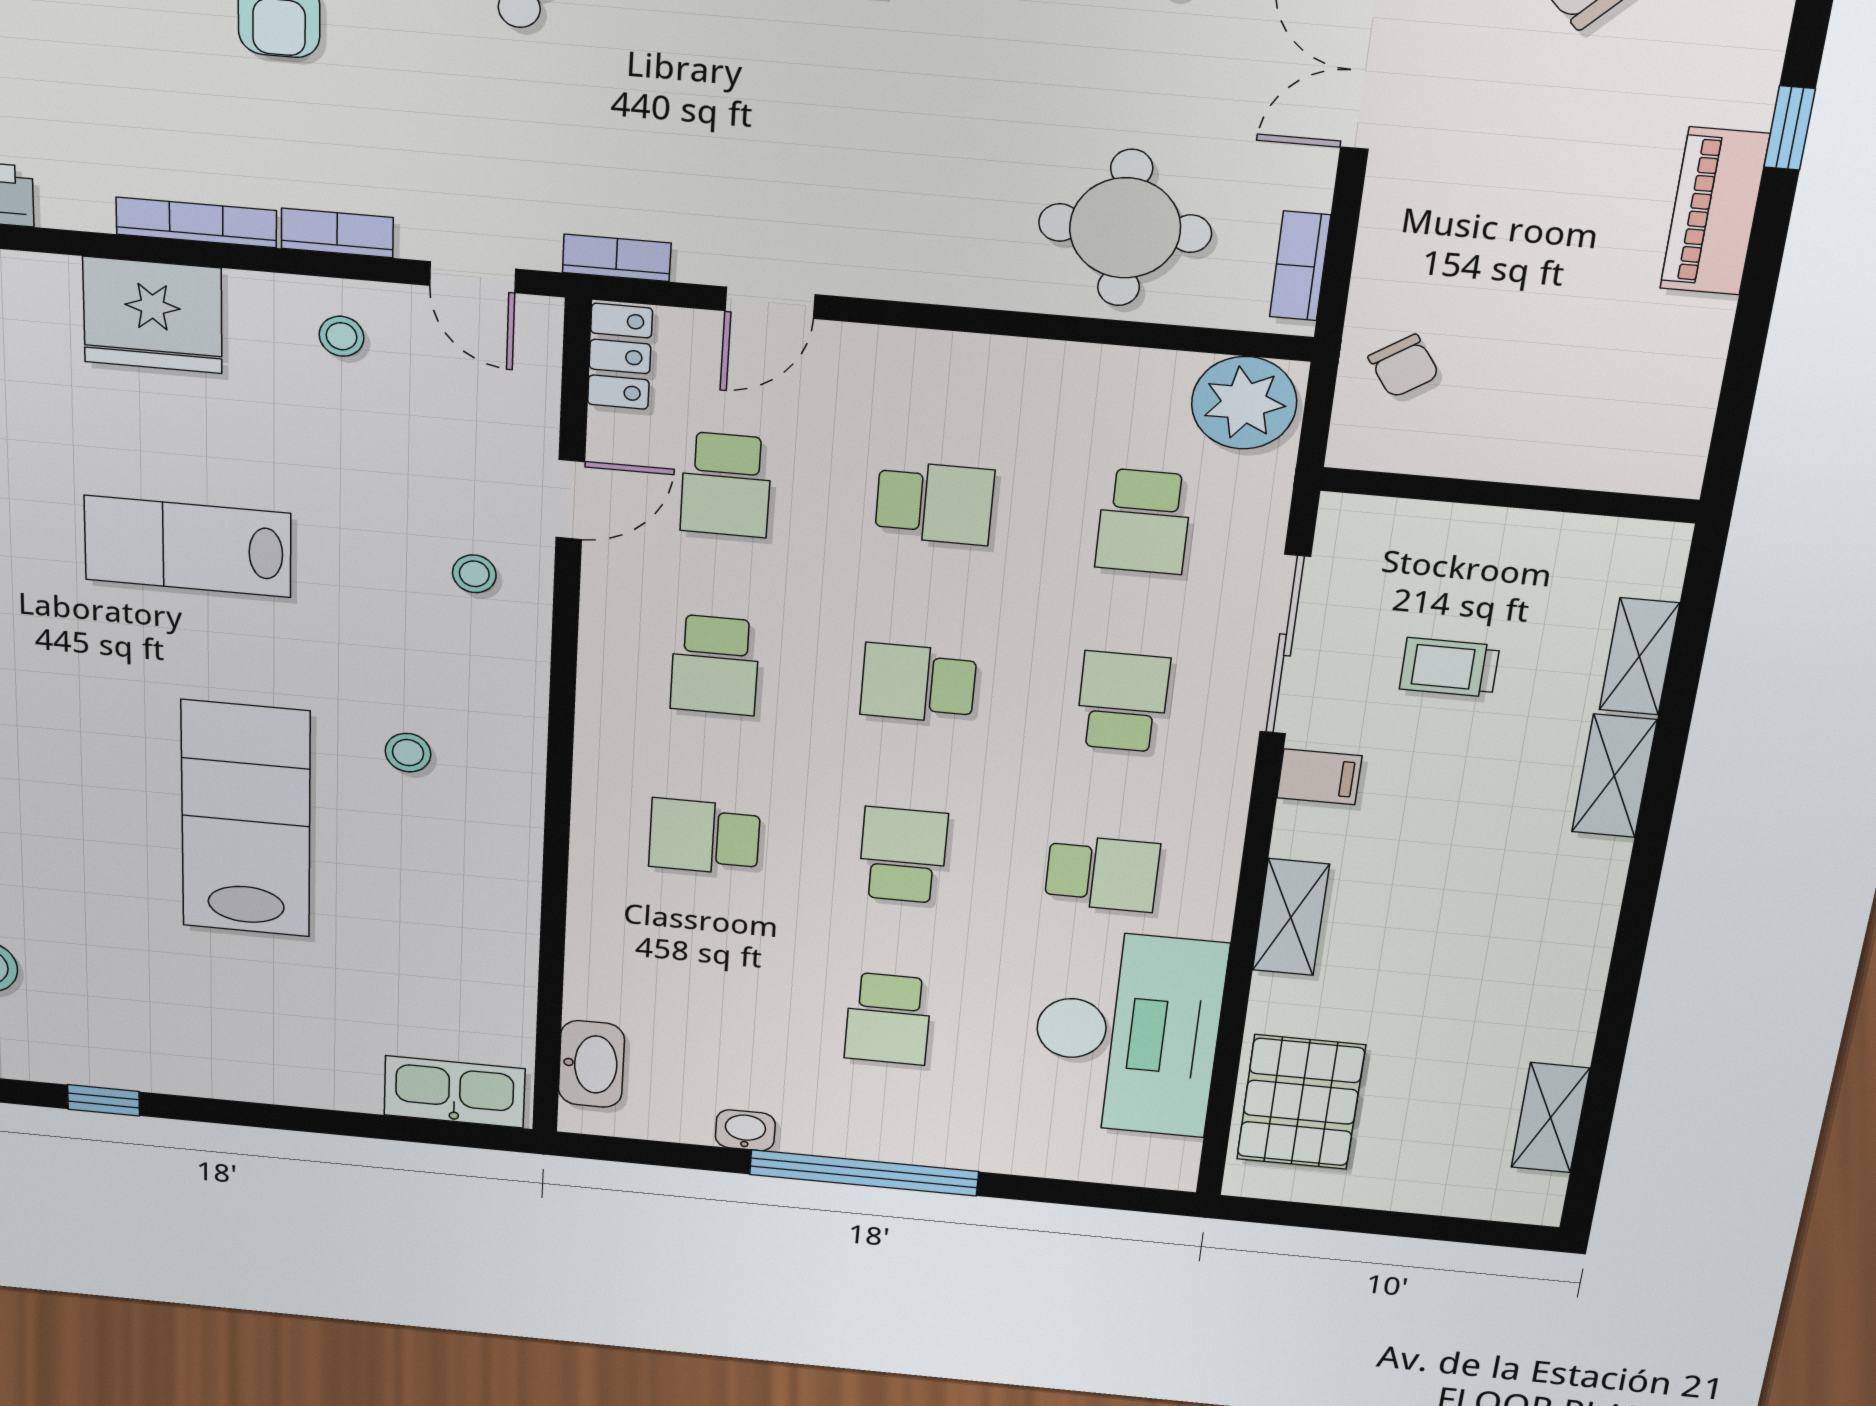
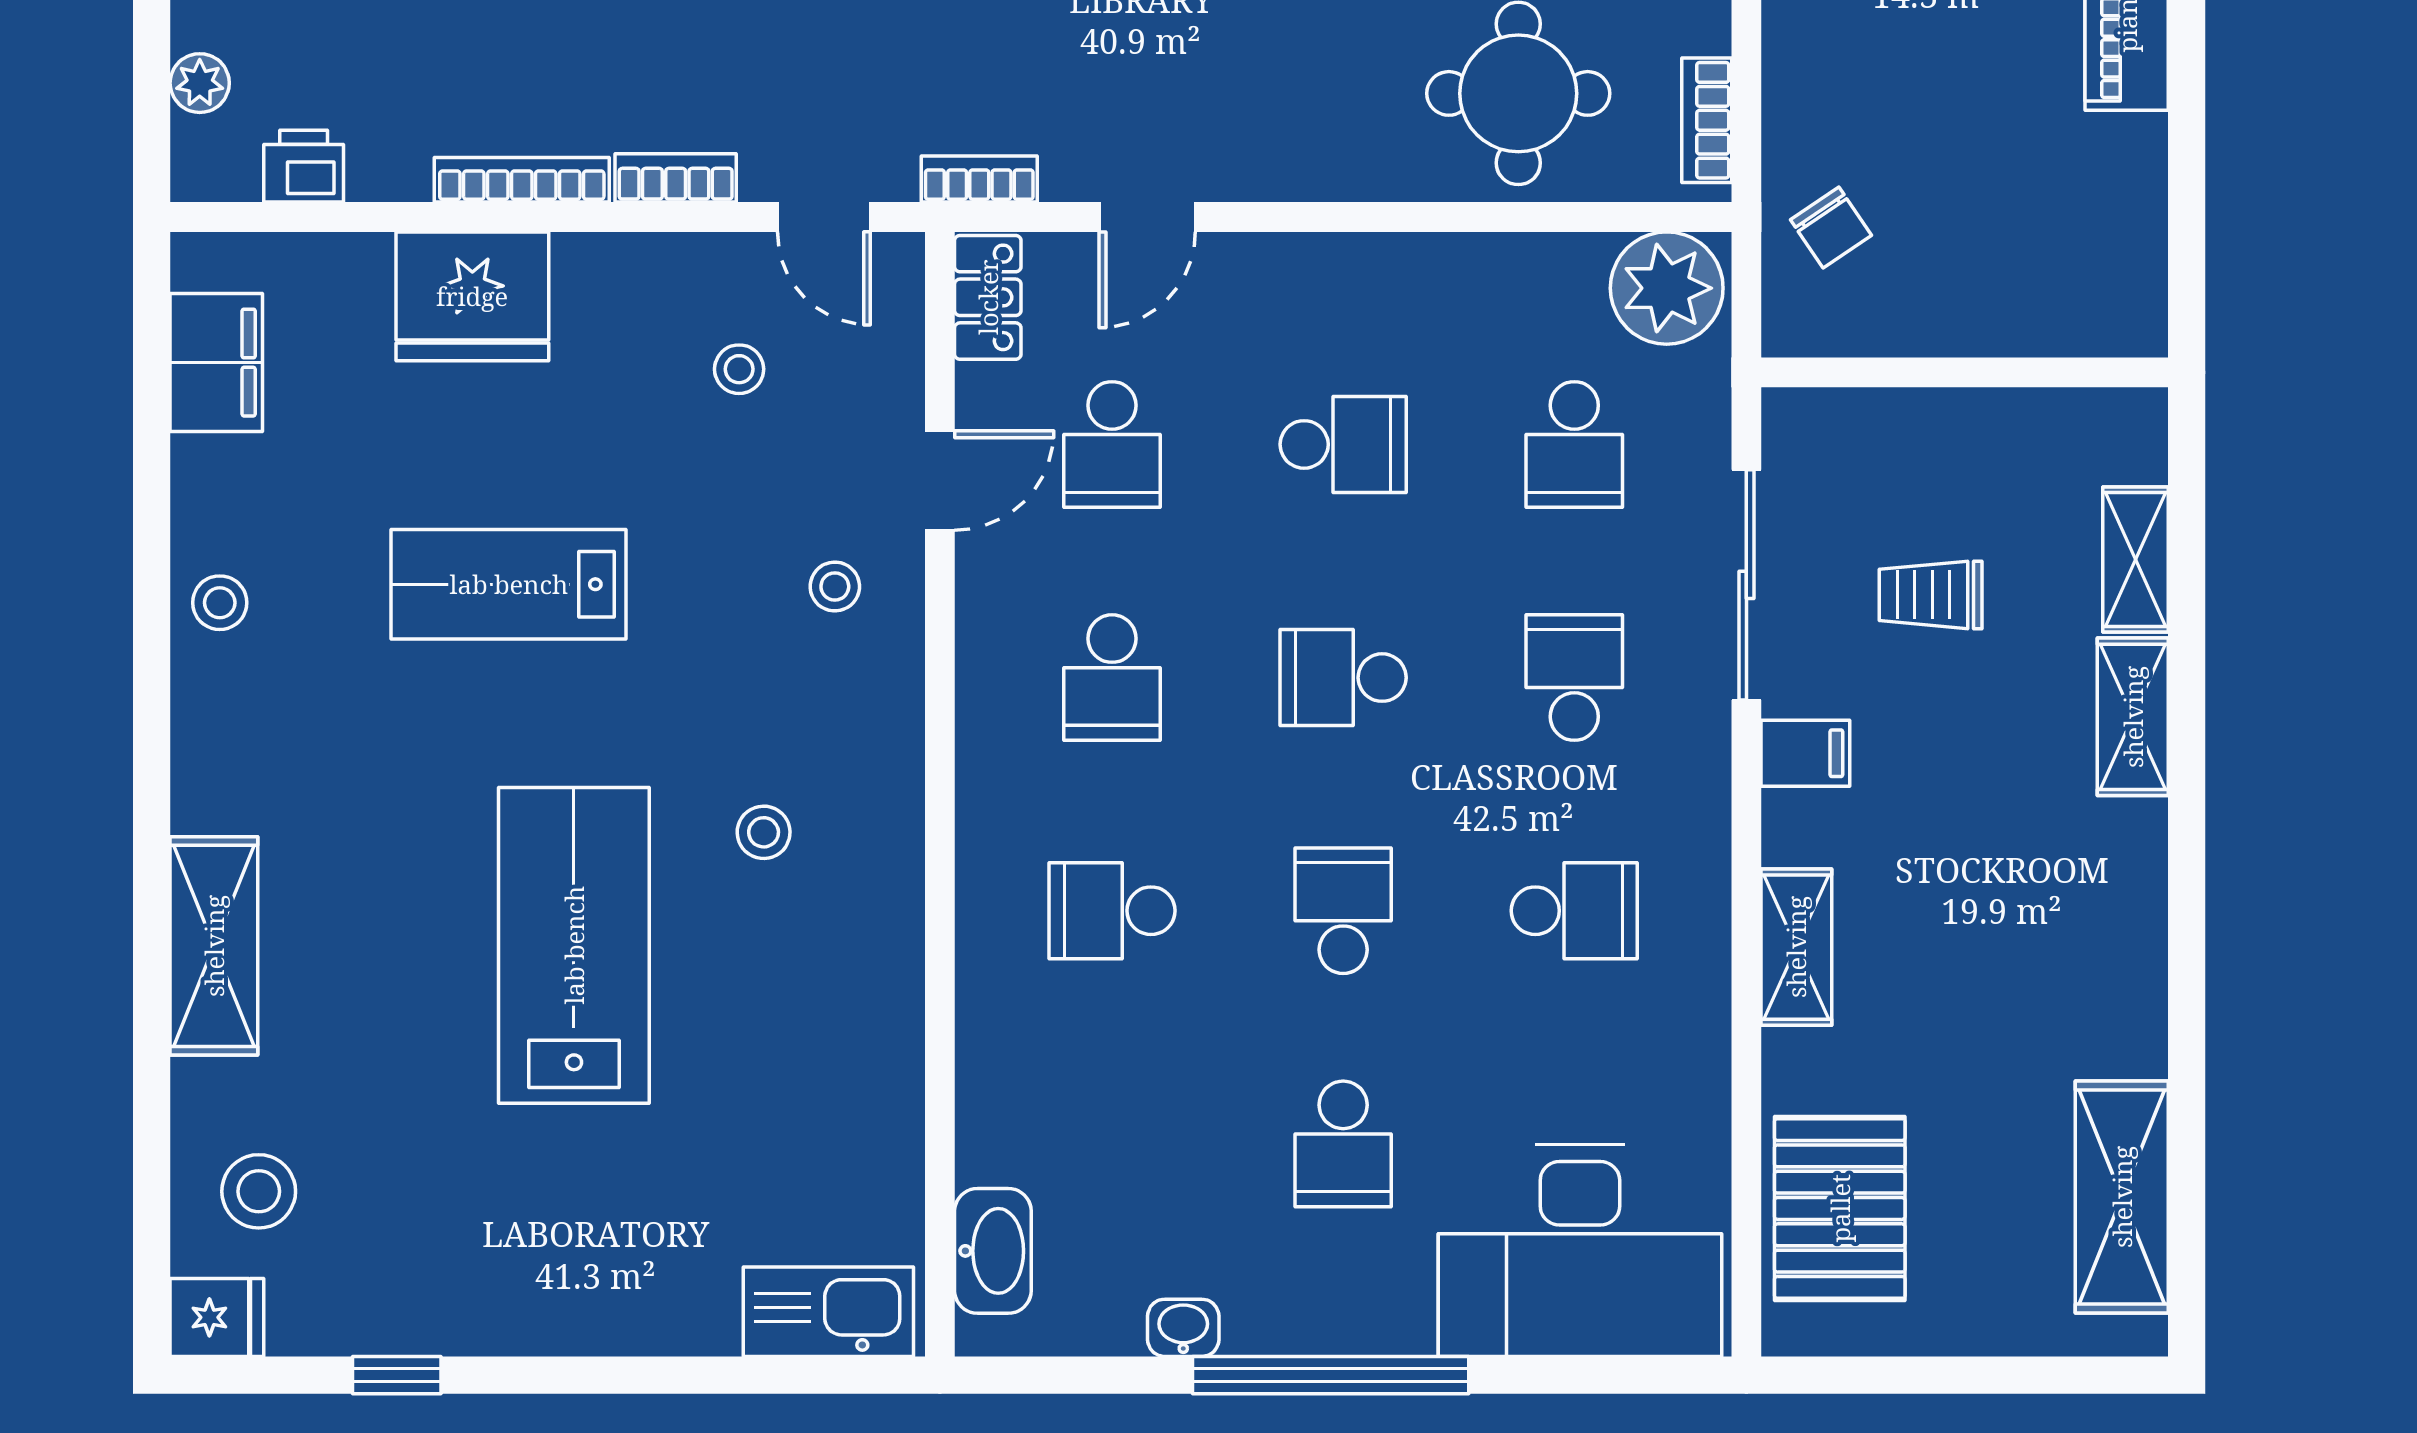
stool: (342, 336) -> (739, 369), moved
desk: (1127, 1033) -> (1580, 1251), moved, turned 90
shelving: (1550, 1118) -> (2122, 1197), width x1.50, depth x1.33

